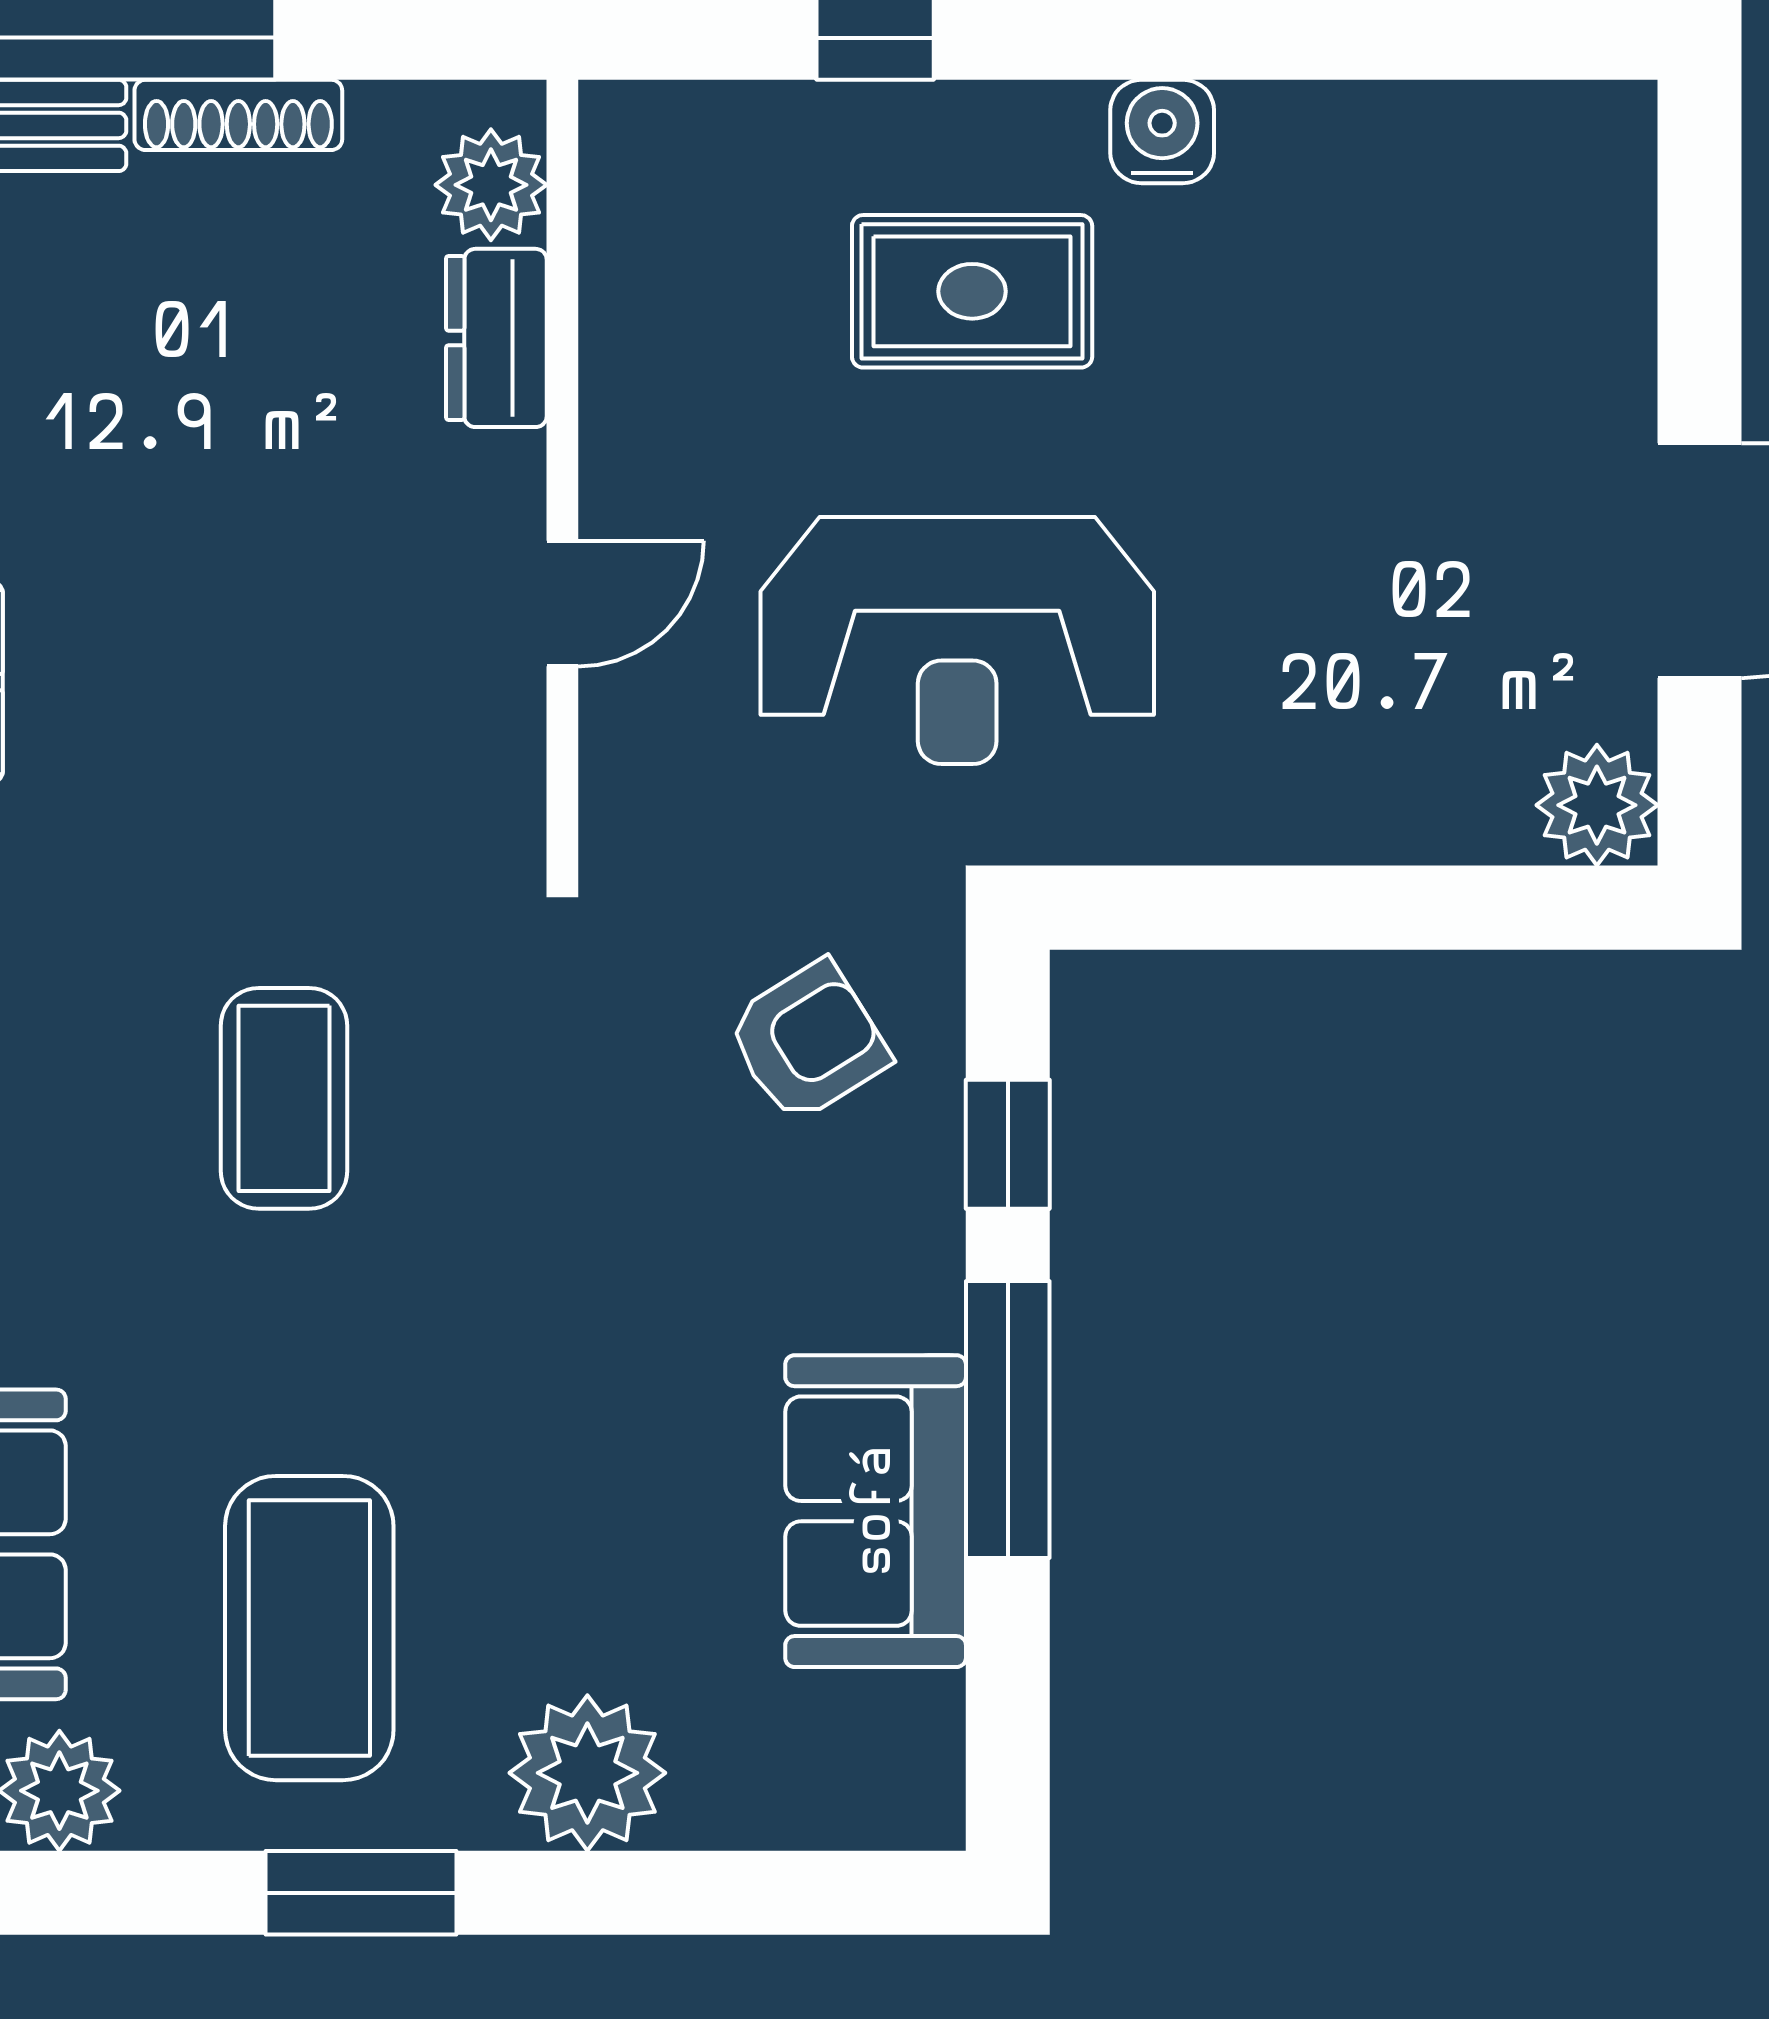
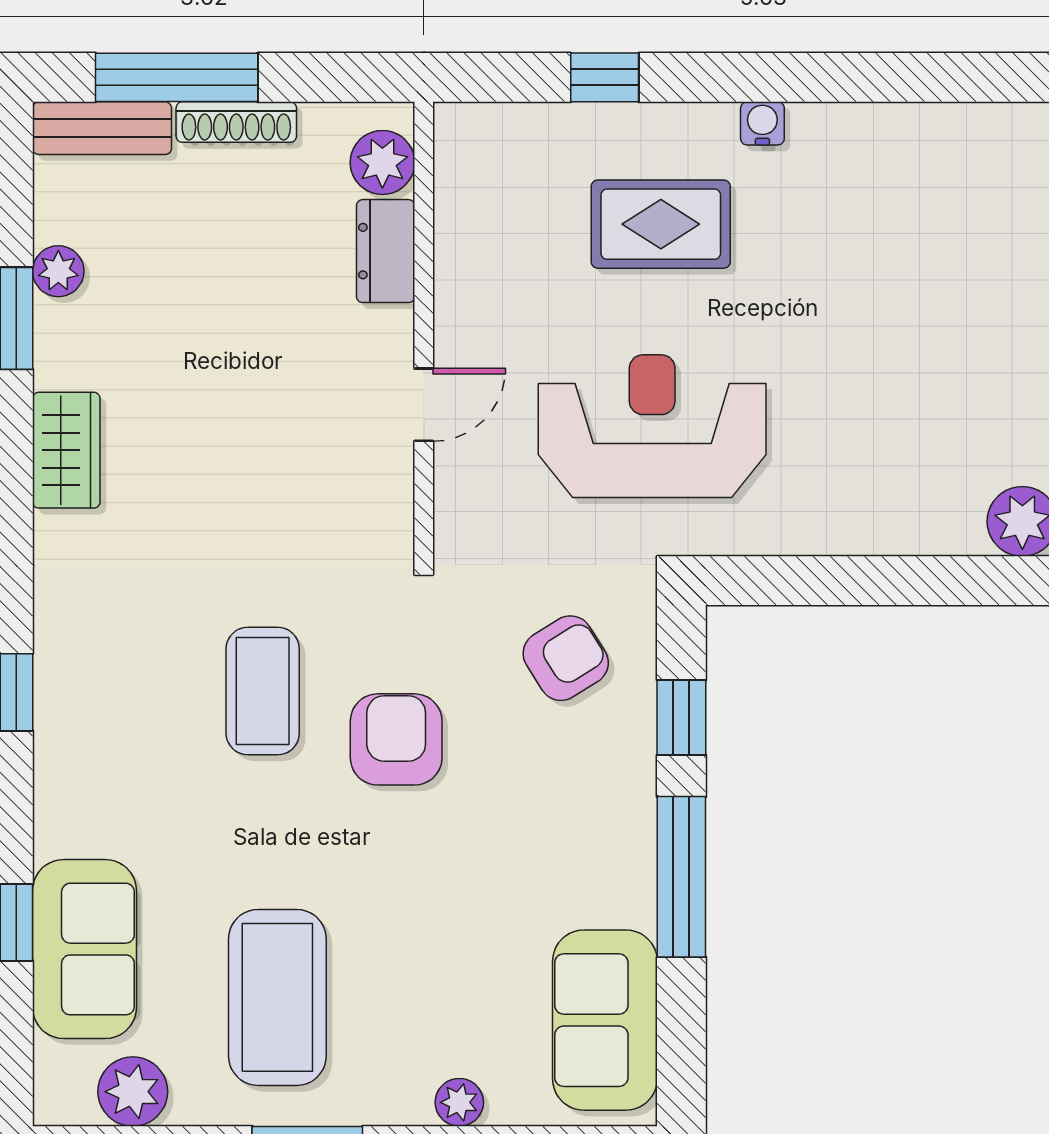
water cooler: (1162, 131) -> (762, 123), width x0.72, depth x0.72
reception desk: (957, 641) -> (652, 426), turned 180
armchair: (515, 1182) -> (396, 739), added
sofa: (876, 1511) -> (605, 1020), moved
plant: (587, 1773) -> (459, 1102), width x0.53, depth x0.53

